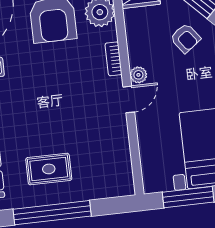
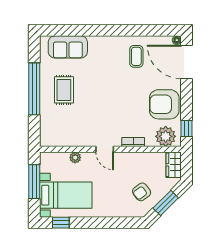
plant: (138, 75) -> (75, 158), moved

